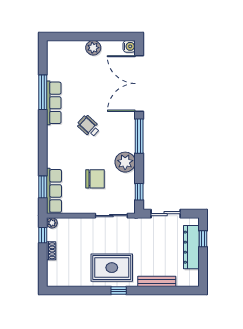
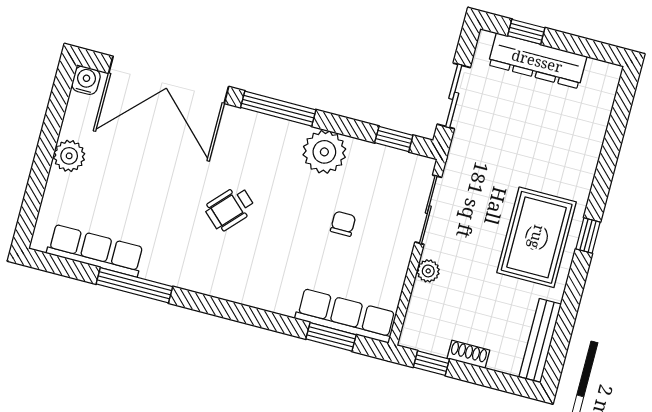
row of seats: (54, 103) -> (95, 251), moved
chair: (95, 179) -> (343, 224), width x0.54, depth x0.54
plant: (52, 223) -> (428, 271), moved
bench: (157, 281) -> (540, 340), moved

